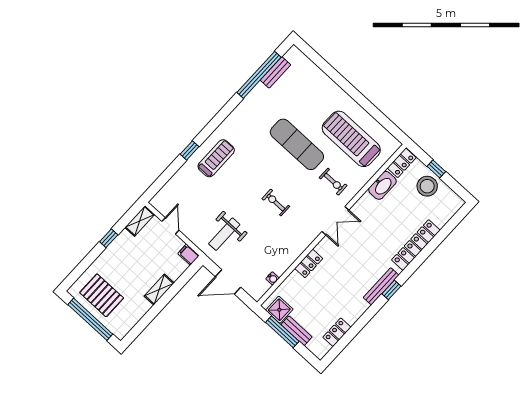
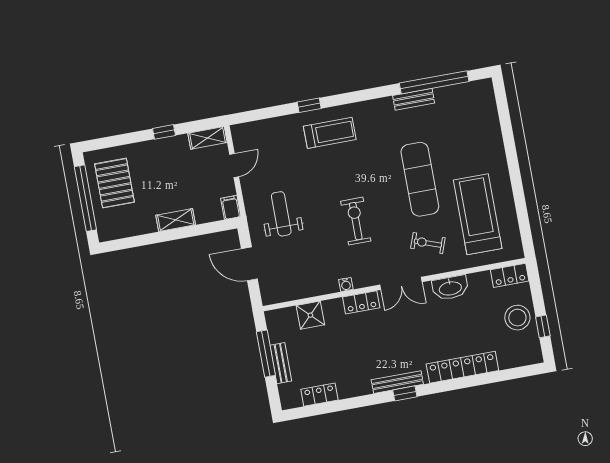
bench: (275, 72) -> (414, 99), moved
window: (436, 169) -> (543, 326), moved
exercise bike: (333, 182) -> (428, 243), turned 110
washbasin: (382, 185) -> (450, 288), moved
exercise bike: (276, 203) -> (356, 221), width x1.38, depth x1.39
weight bench: (224, 234) -> (281, 214), turned 90
locker: (309, 263) -> (361, 302), moved
water cooler: (273, 278) -> (346, 284), moved
shower: (279, 310) -> (310, 315), moved

